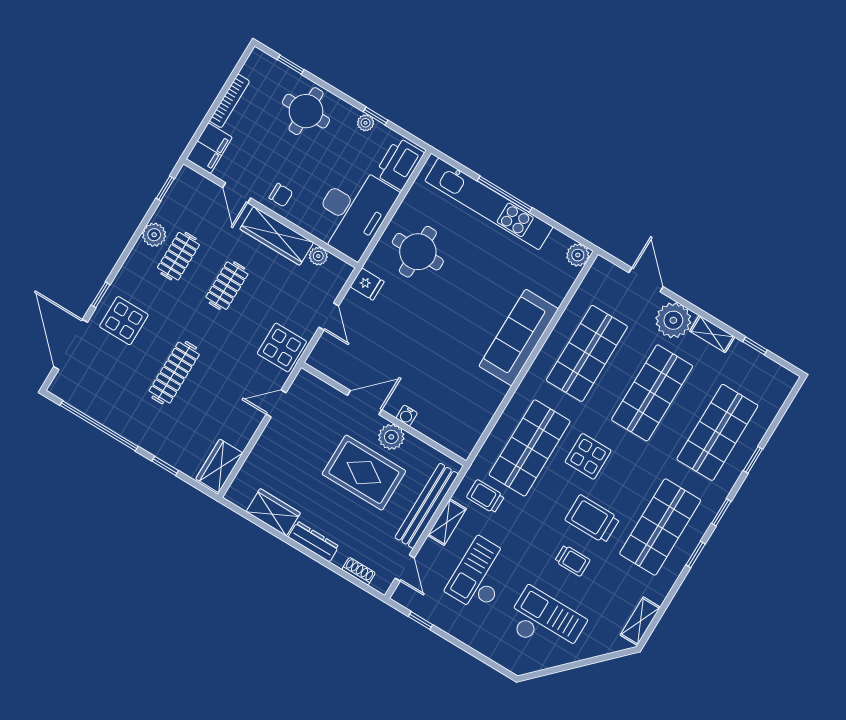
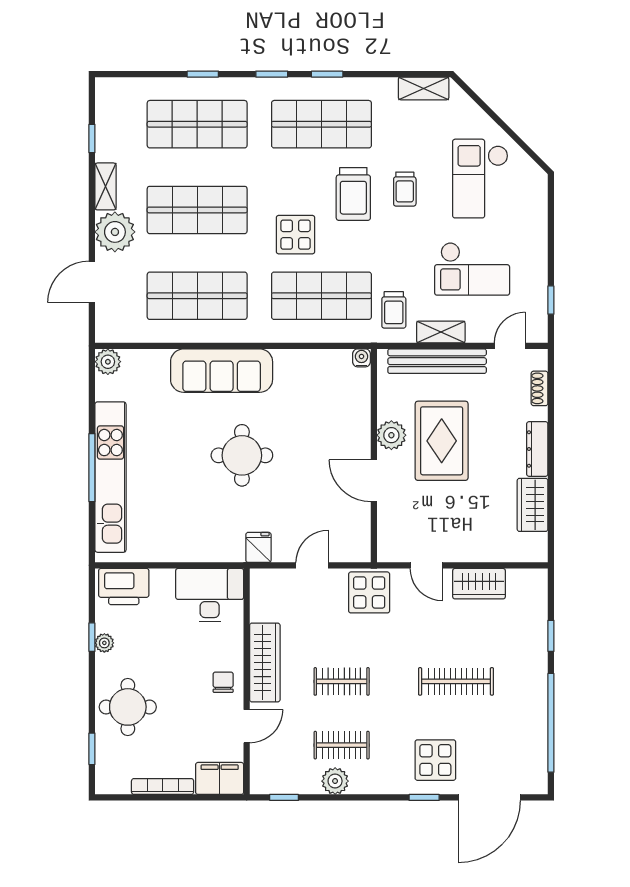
desk: (353, 212) -> (210, 595), width x0.73, depth x0.77
round table: (418, 252) -> (242, 455), moved
plant: (318, 256) -> (260, 611), removed
water cooler: (407, 416) -> (362, 358), moved, turned -90
wardrobe: (219, 466) -> (479, 584), moved
trolley: (572, 560) -> (405, 189), turned 180

